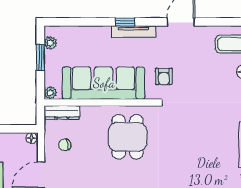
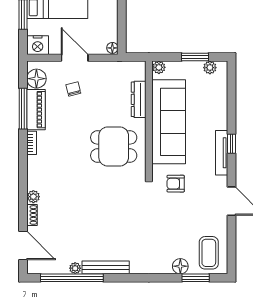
dresser: (62, 113) -> (139, 99), moved
chair: (65, 145) -> (73, 89), moved

